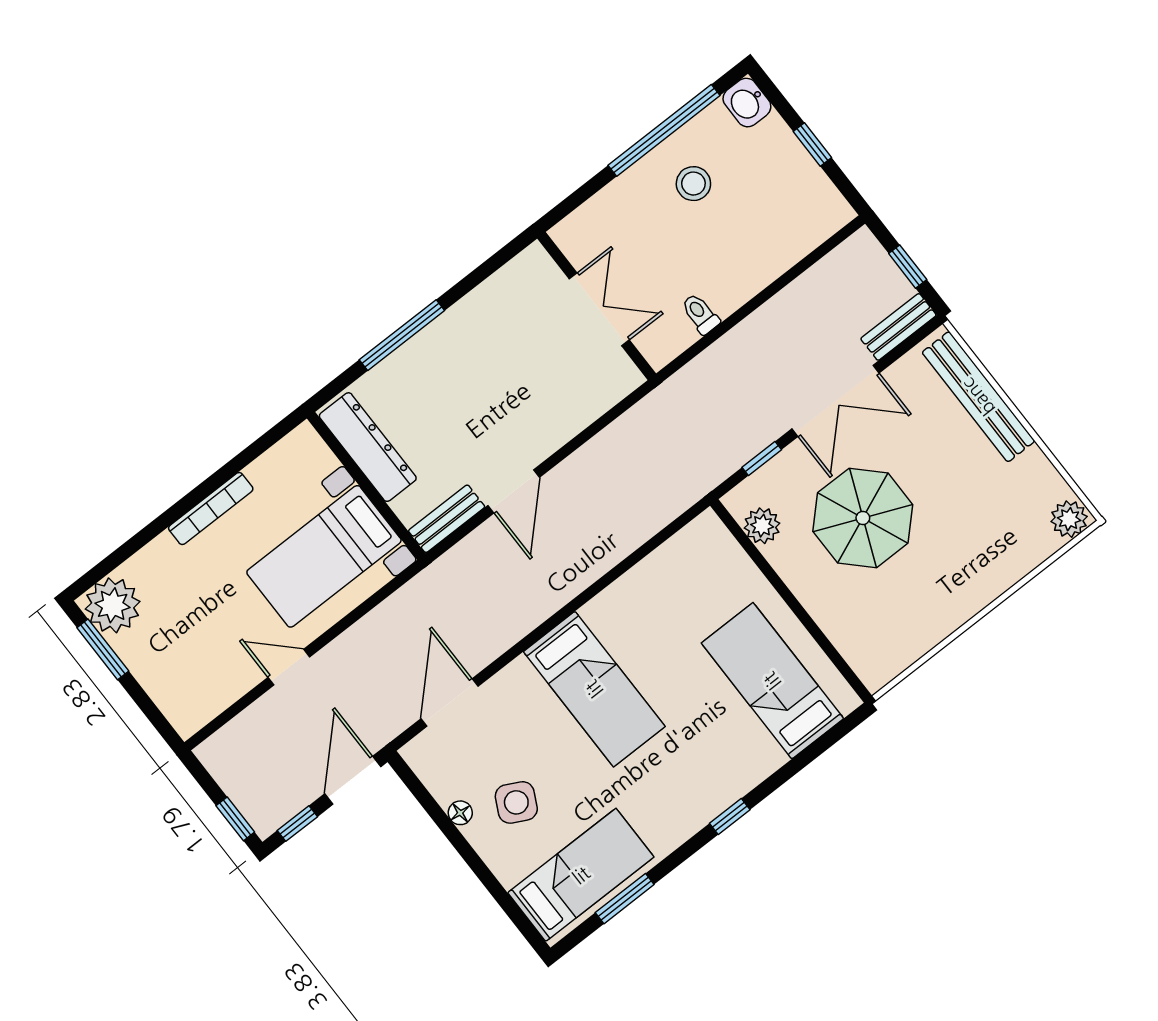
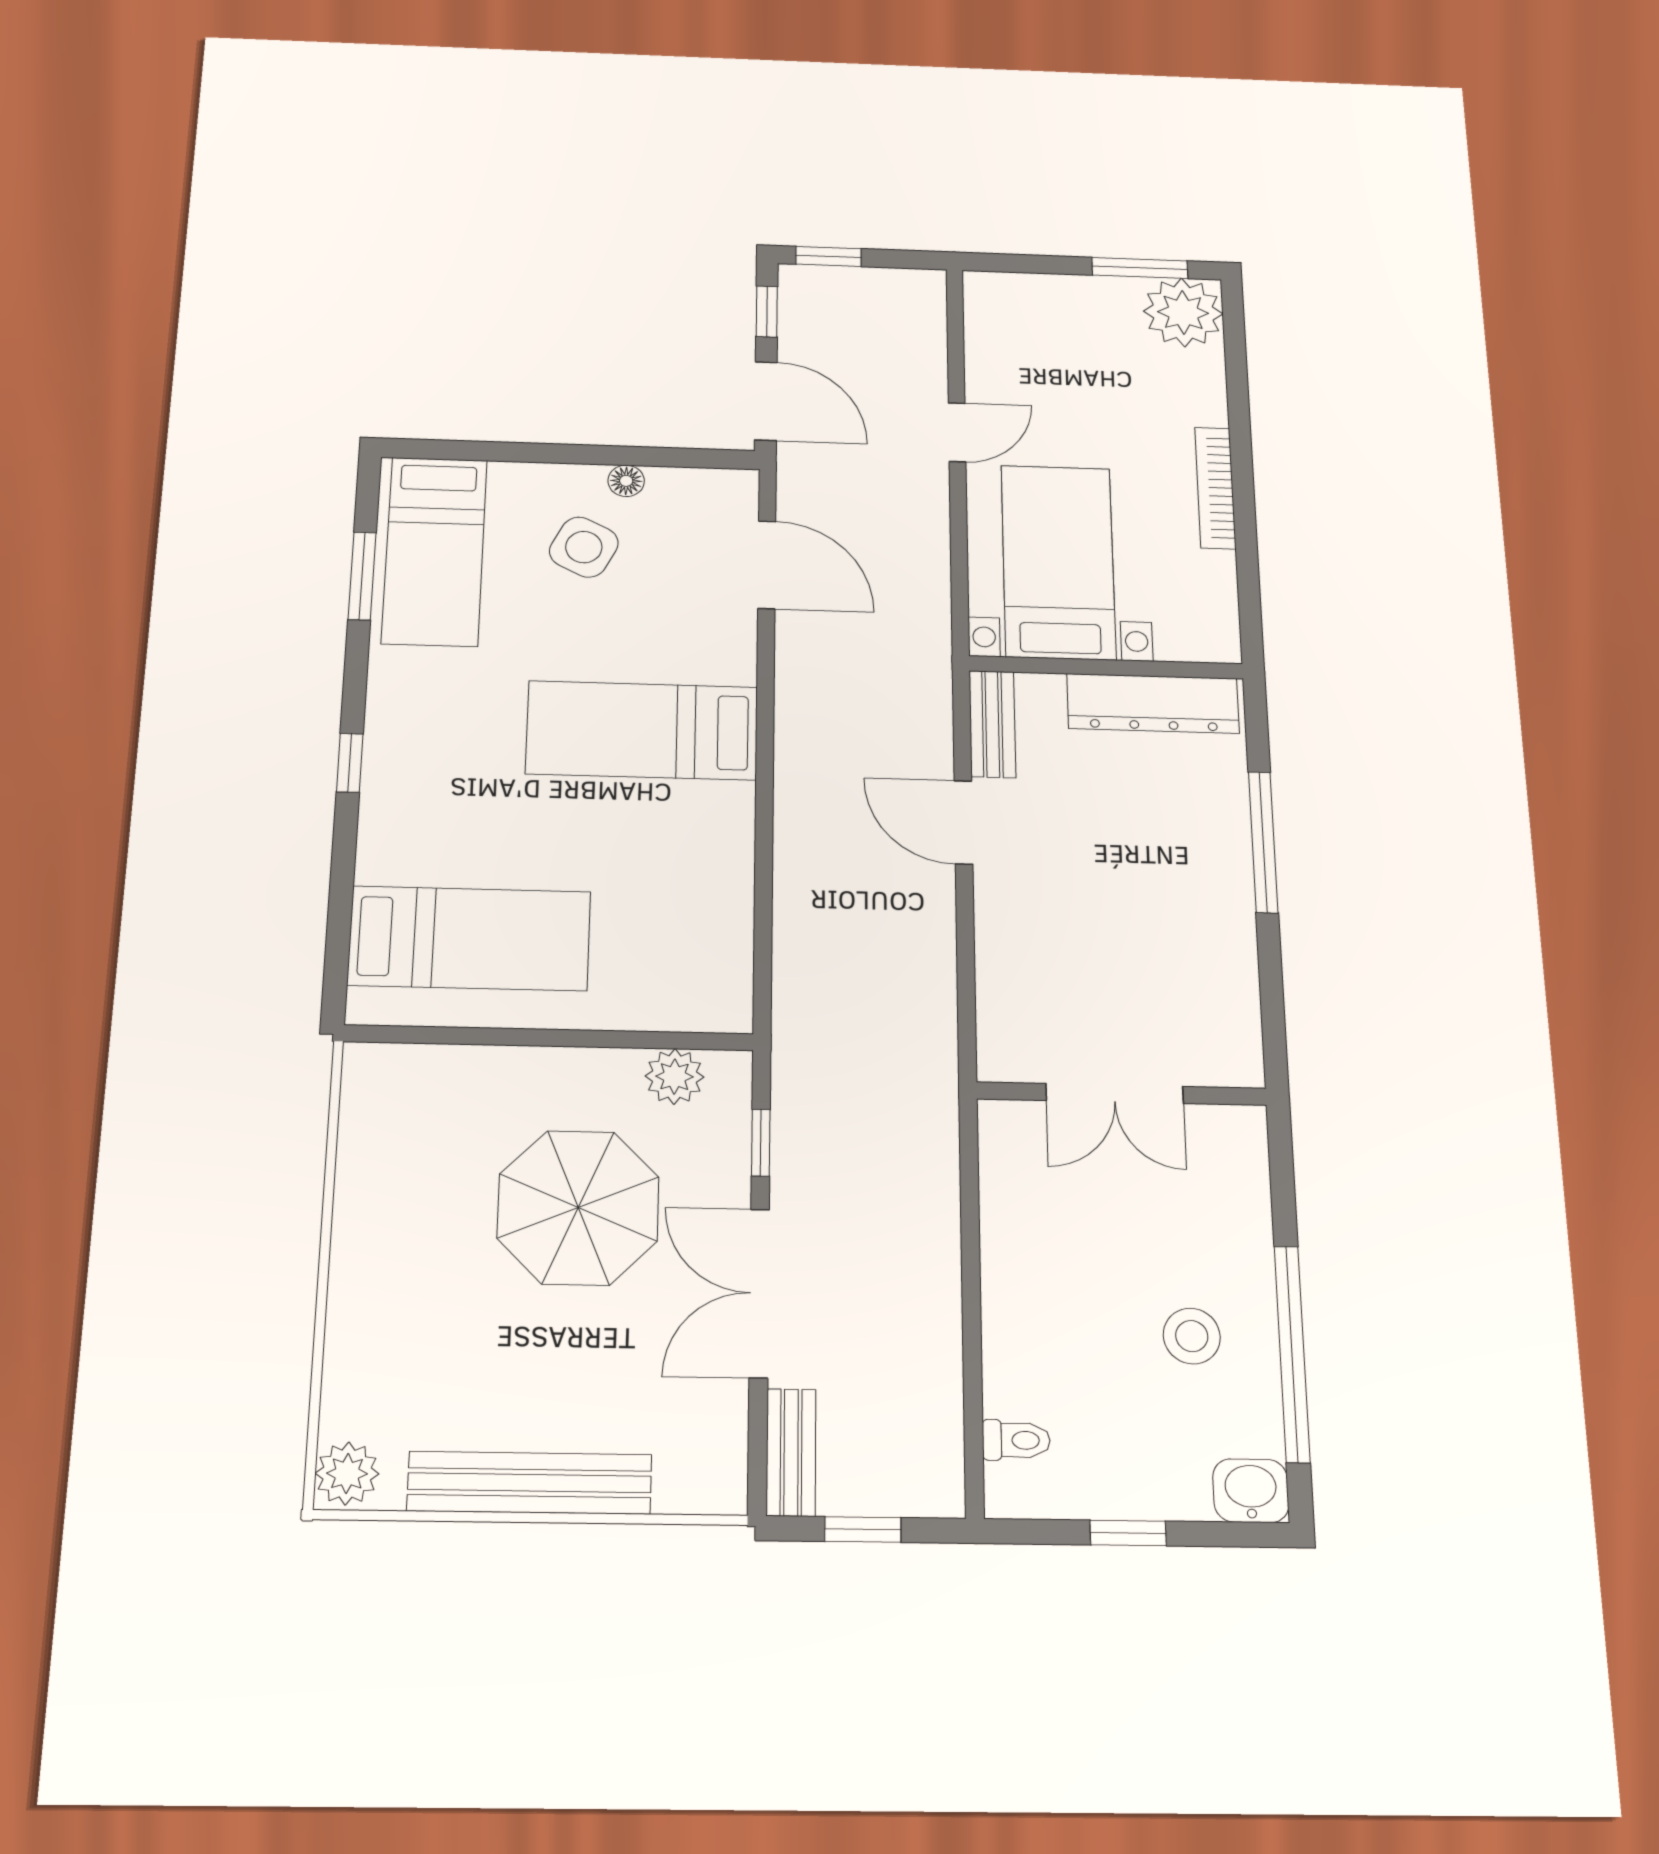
toilet: (700, 314) -> (1016, 1440), moved
bench: (978, 397) -> (530, 1483), moved

